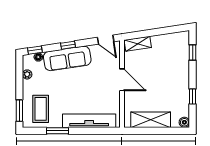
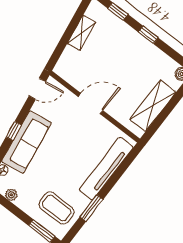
shelving: (138, 44) -> (82, 33), moved
window: (193, 97) -> (148, 35), moved

